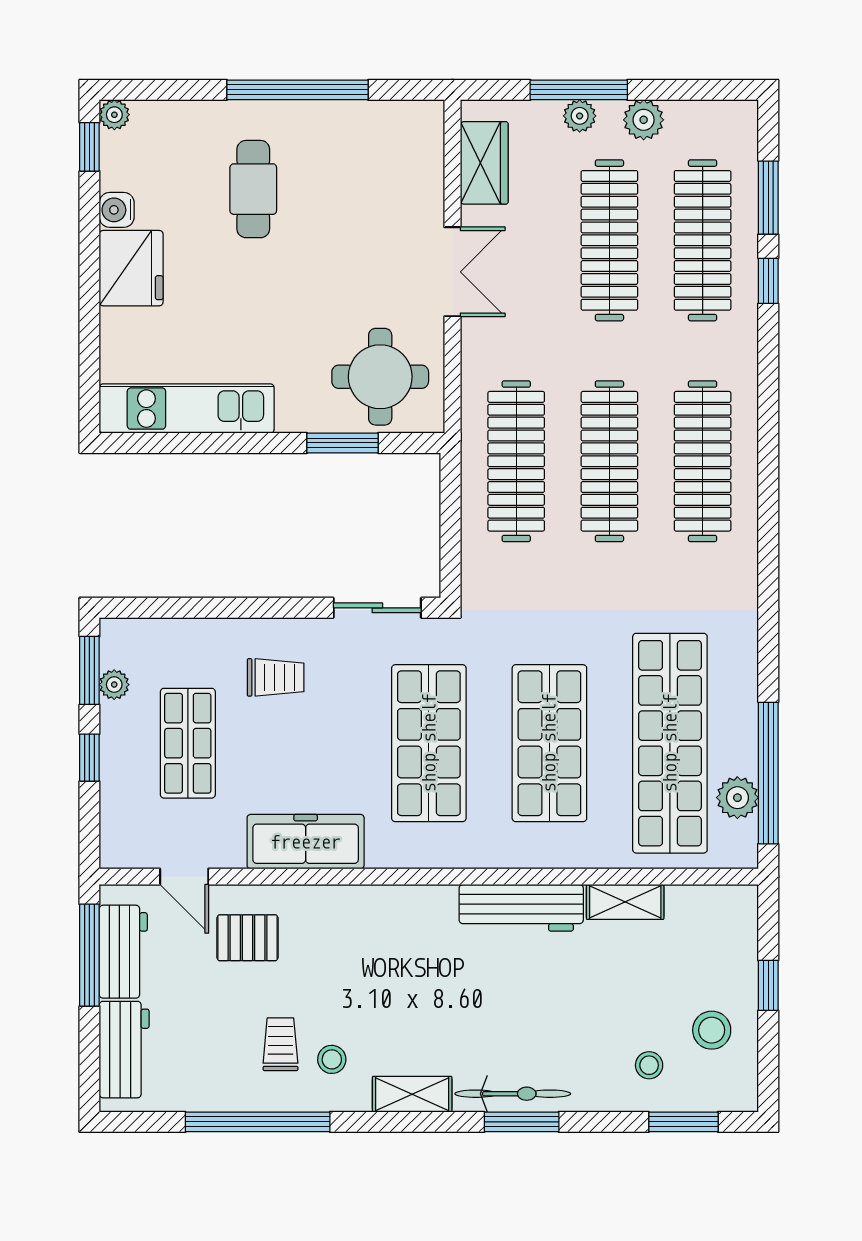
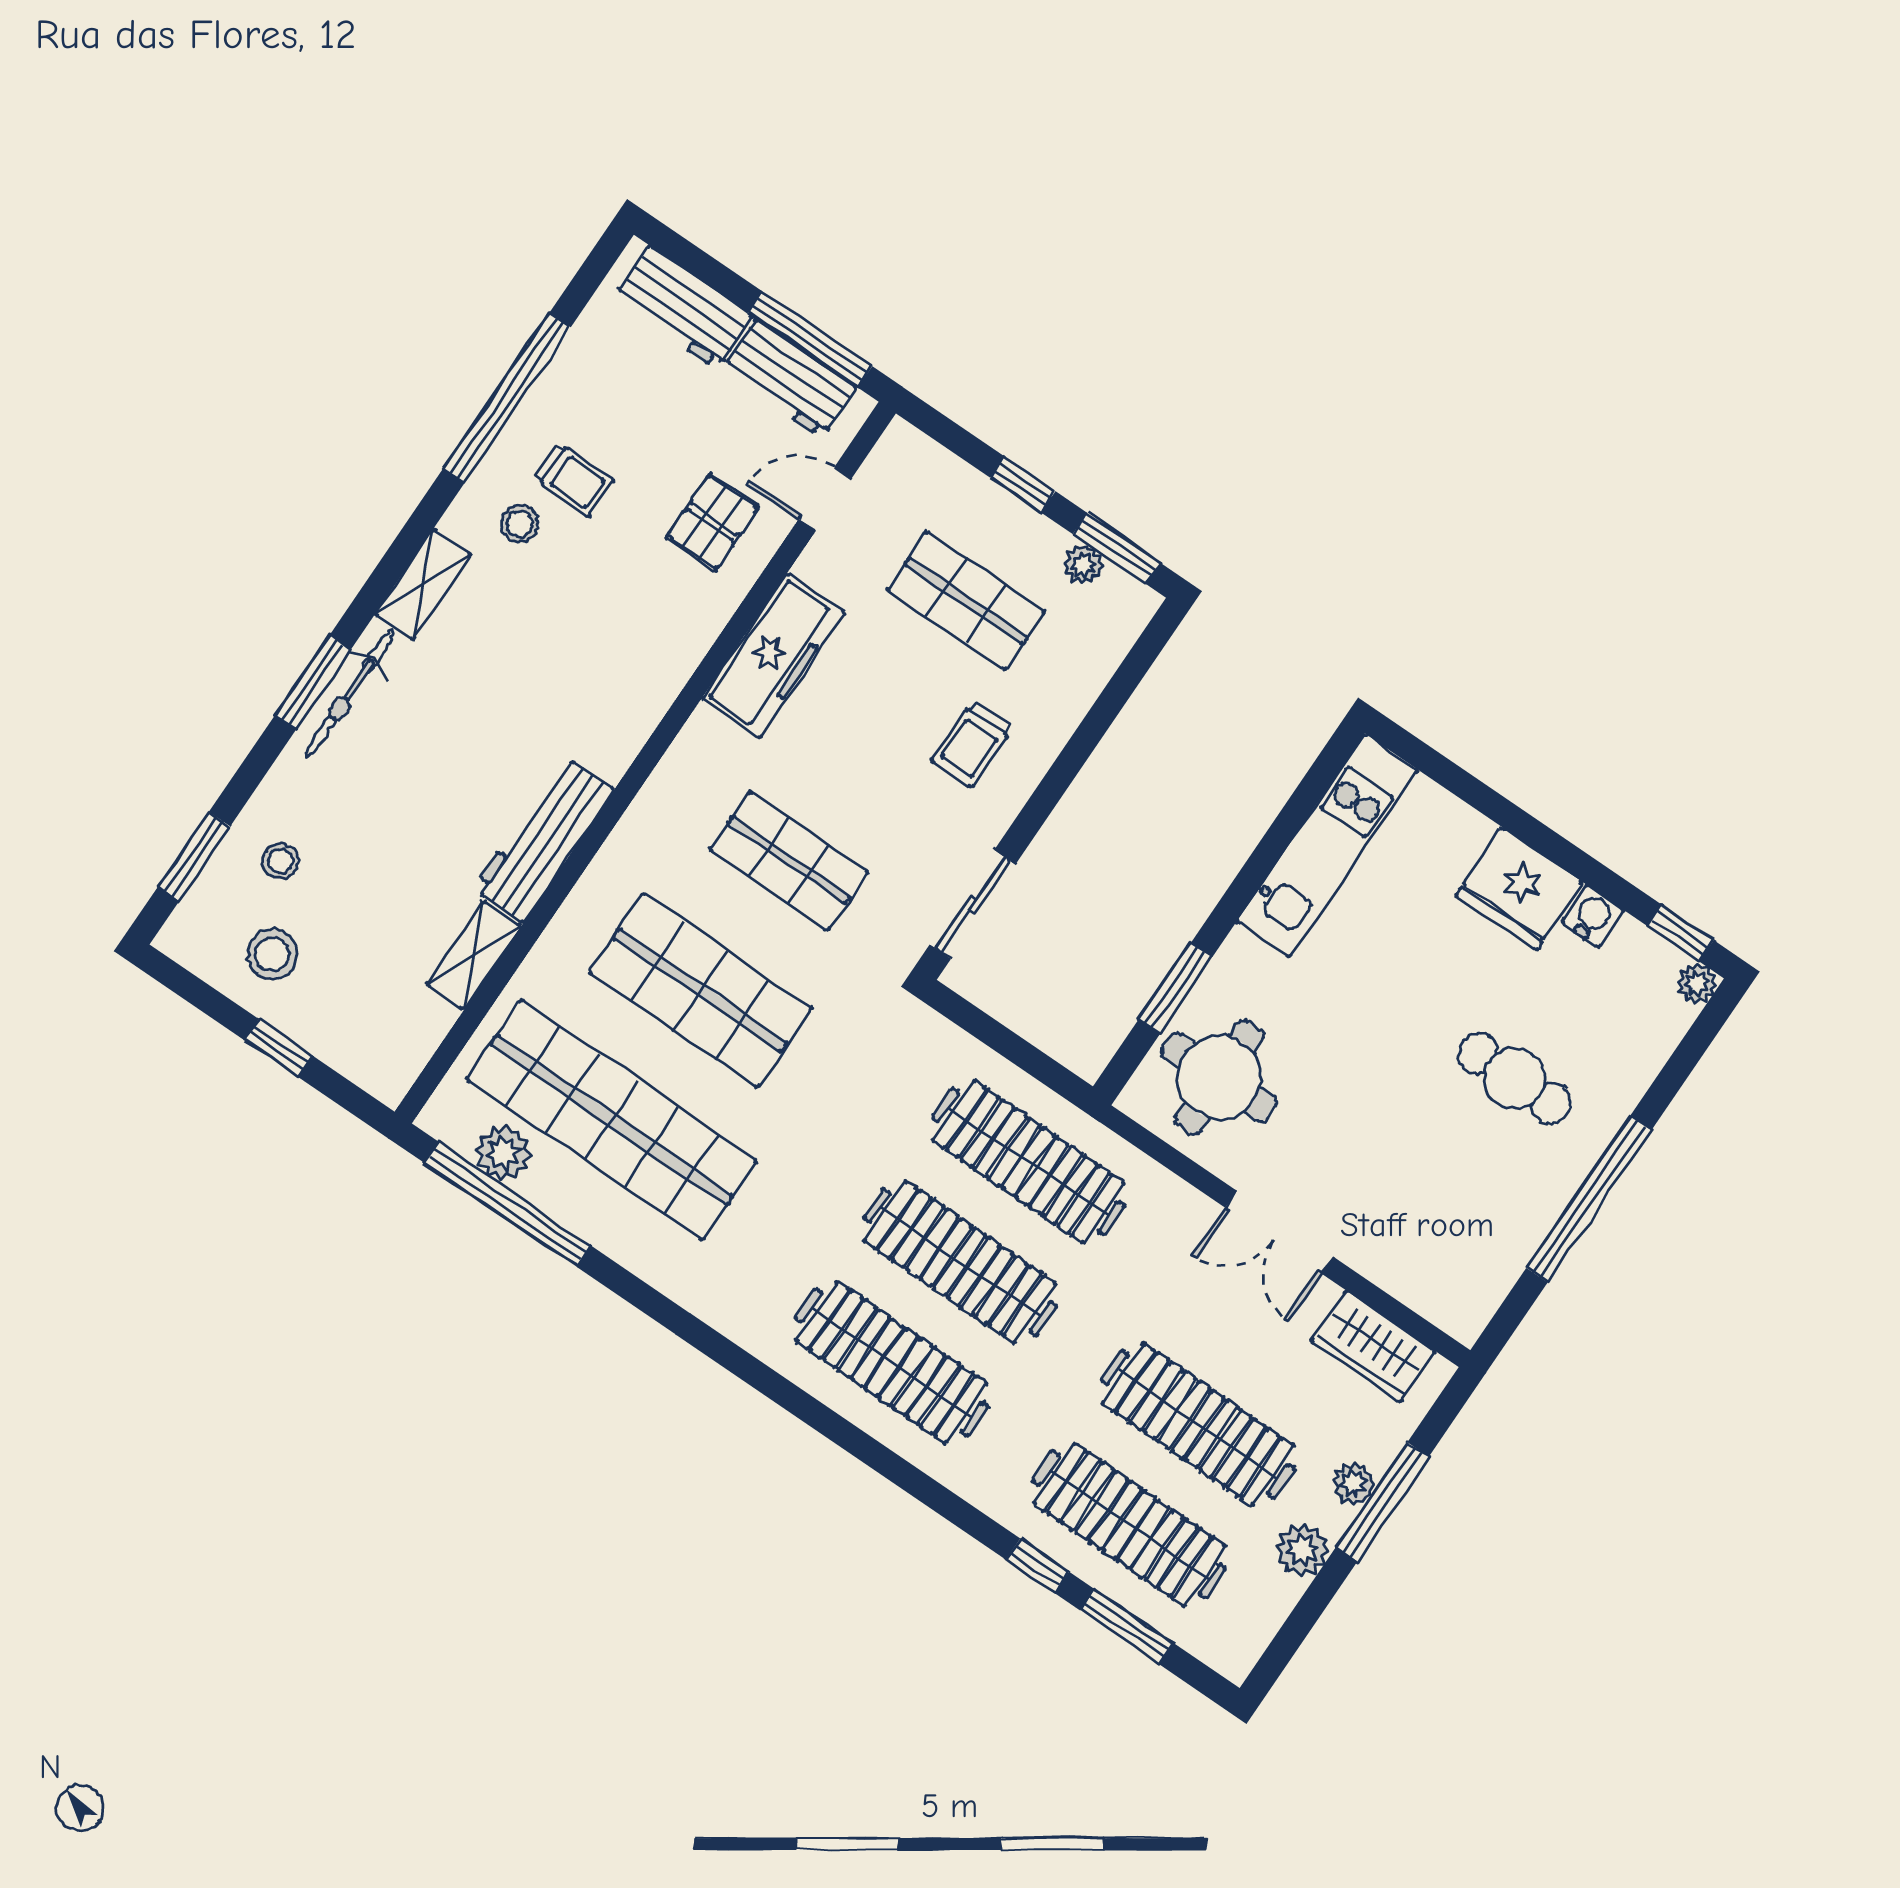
shop shelf: (429, 743) -> (789, 861), width x0.70, depth x0.74

